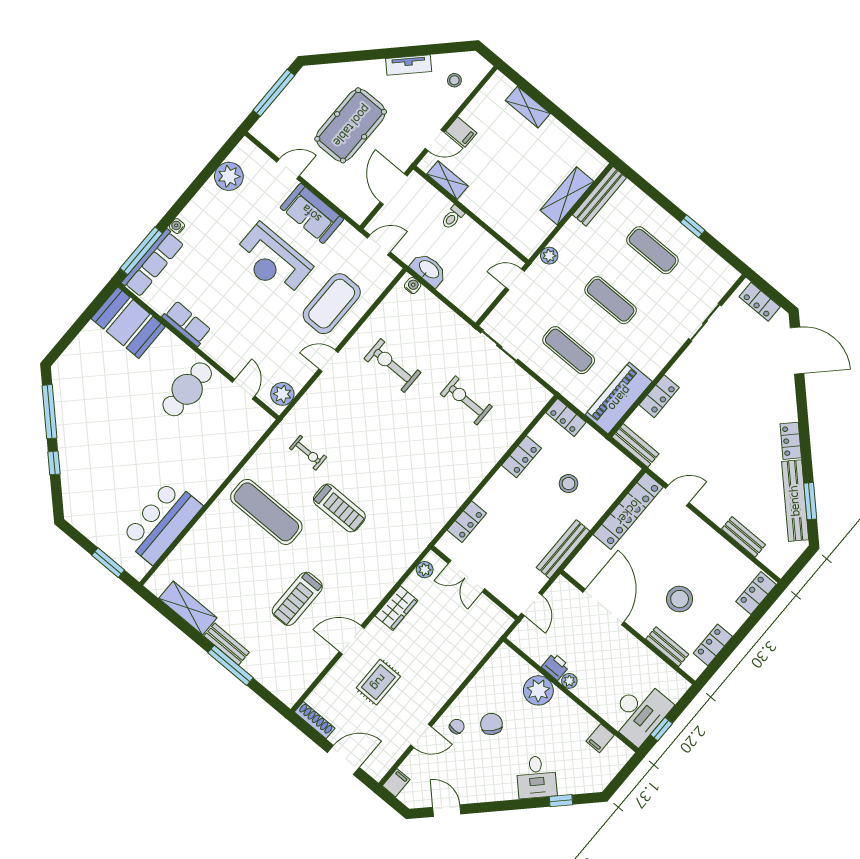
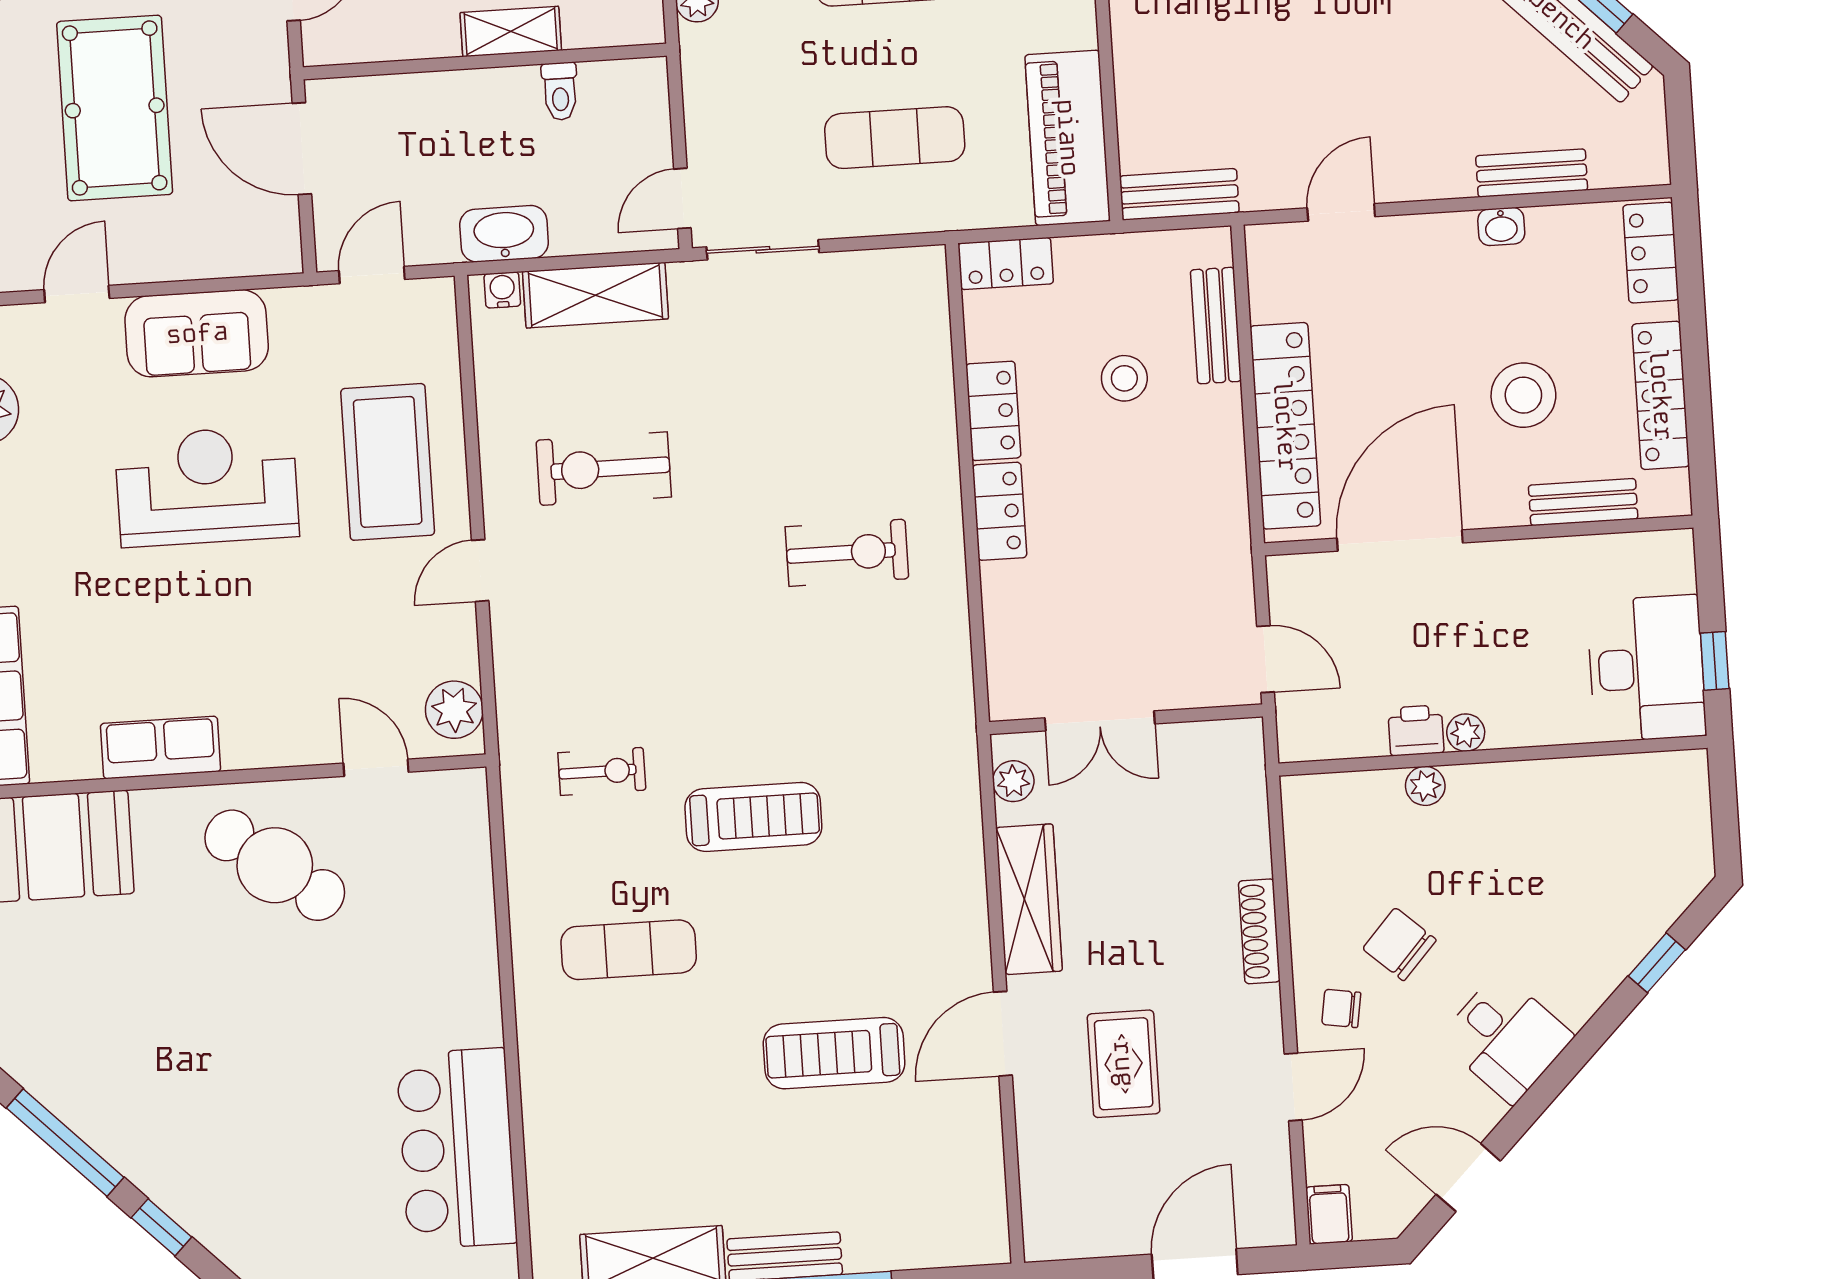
shelving: (447, 180) -> (511, 32), moved
toilet: (453, 217) -> (560, 91), moved
reception desk: (273, 261) -> (207, 486), turned 180
door: (515, 279) -> (682, 198), moved
shelving: (438, 313) -> (595, 295), added
cafe table: (187, 389) -> (275, 865), turned -53
locker: (659, 396) -> (1137, 65), removed
exercise bike: (466, 400) -> (847, 553), moved, turned 180
locker: (628, 511) -> (1285, 426), moved
exercise mat: (266, 512) -> (629, 950), width x0.73, depth x0.69
locker: (467, 522) -> (999, 511), moved
washbasin: (720, 544) -> (1501, 227), added
bench: (563, 549) -> (1216, 326), moved, width x0.73
treadmill: (297, 599) -> (834, 1053), turned 90
door: (603, 607) -> (1400, 540), hinge flipped
wardrobe: (396, 608) -> (1029, 899), width x1.50
locker: (713, 645) -> (1661, 395), width x1.53
plant: (538, 690) -> (1425, 786), width x0.53, depth x0.53
shoe rack: (315, 720) -> (1259, 931), moved, turned -90
chair: (457, 726) -> (1341, 1008), turned -81
filing cabinet: (600, 738) -> (1620, 783), removed
desk: (536, 777) -> (1506, 1038), moved

